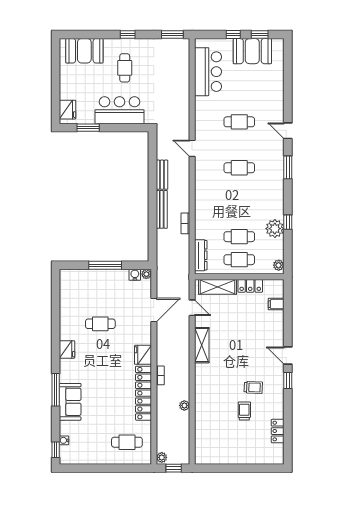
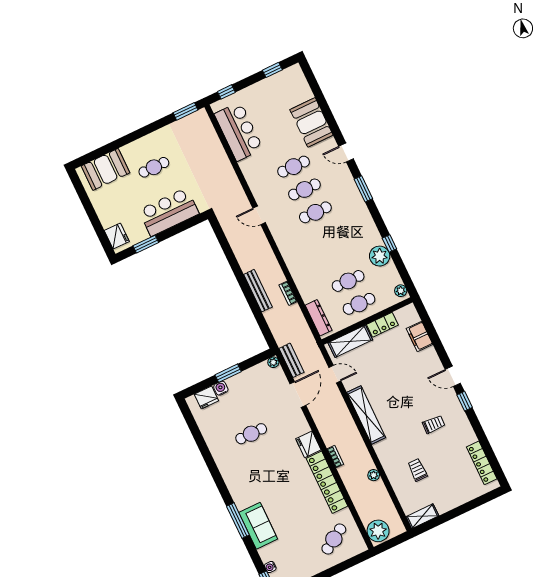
window: (128, 34) -> (141, 133), removed
window: (233, 34) -> (226, 92), moved
booth: (252, 51) -> (311, 122), moved, turned 90
cafe table: (125, 68) -> (154, 167), turned 90
cafe table: (239, 145) -> (304, 189), added
bench: (162, 175) -> (291, 360), moved
window: (105, 265) -> (228, 373), width x0.69
water cooler: (135, 275) -> (221, 388), moved
filing cabinet: (276, 304) -> (420, 336), width x2.00
shelving: (202, 345) -> (366, 415), width x1.47
fridge: (67, 349) -> (206, 397), moved, turned 90
trolley: (244, 411) -> (418, 470), moved
locker: (278, 431) -> (482, 463), width x1.53
cafe table: (127, 442) -> (334, 539), turned -32
plant: (162, 457) -> (378, 531), width x1.88, depth x1.88
shelving: (208, 458) -> (422, 516), added
window: (174, 468) -> (393, 543), removed

